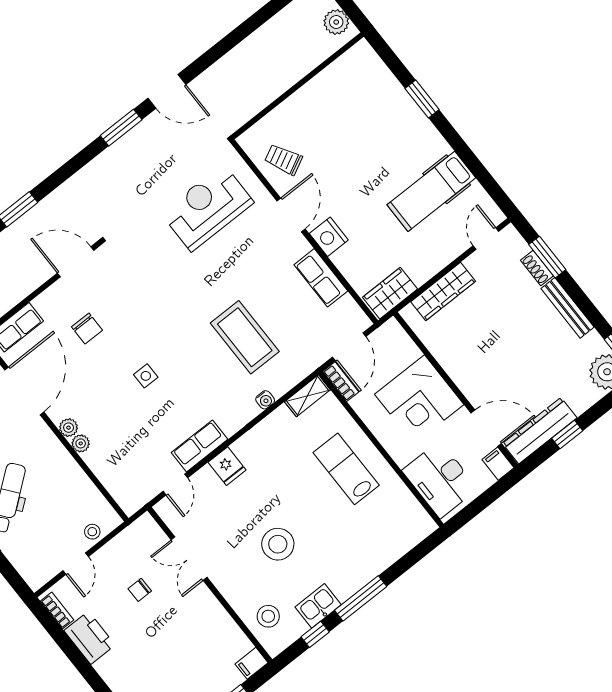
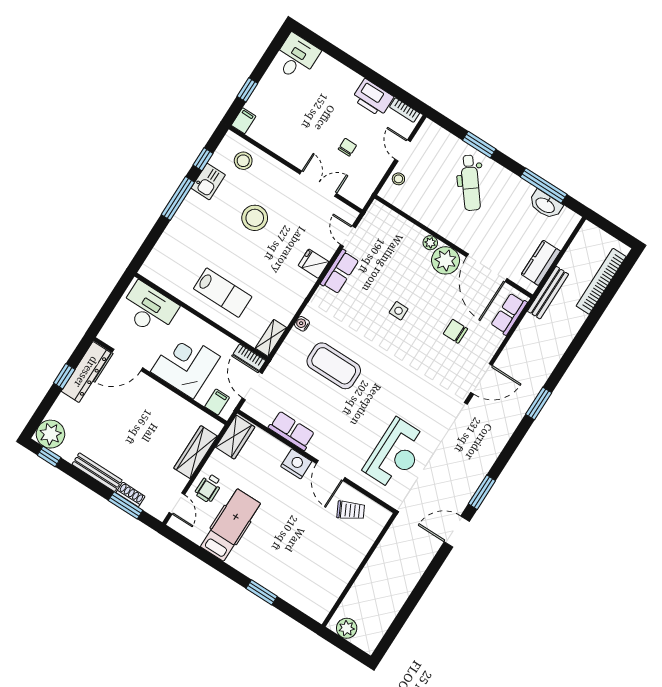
wheelchair: (442, 244) -> (209, 488), added
plant: (69, 428) -> (446, 260), width x1.87, depth x1.87
filing cabinet: (498, 464) -> (217, 402), moved, turned -90

